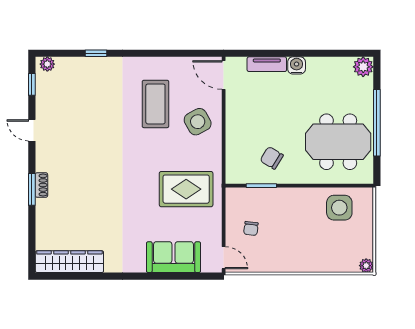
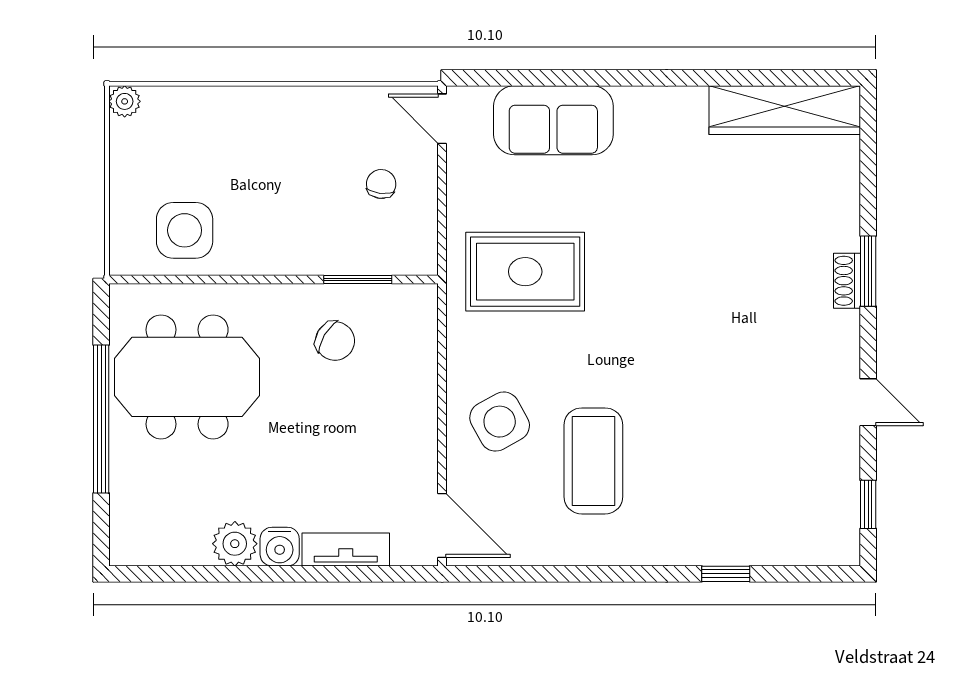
plant: (47, 64) -> (834, 550), removed
plant: (363, 67) -> (235, 544), moved

